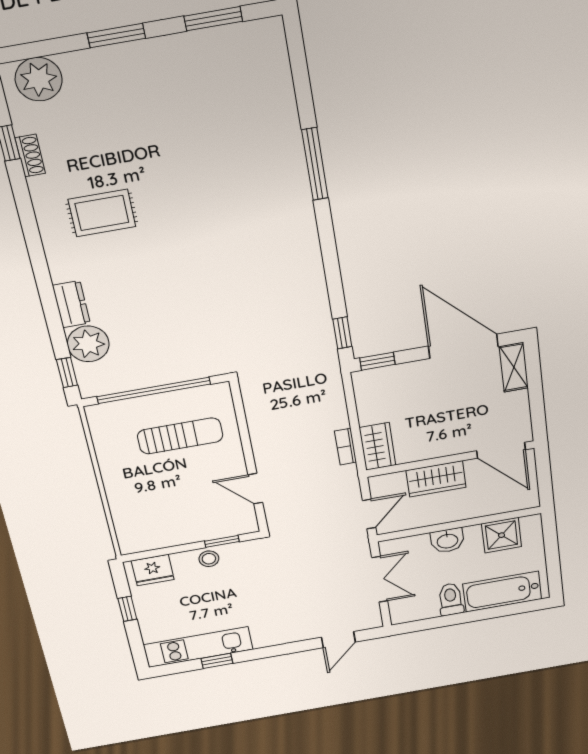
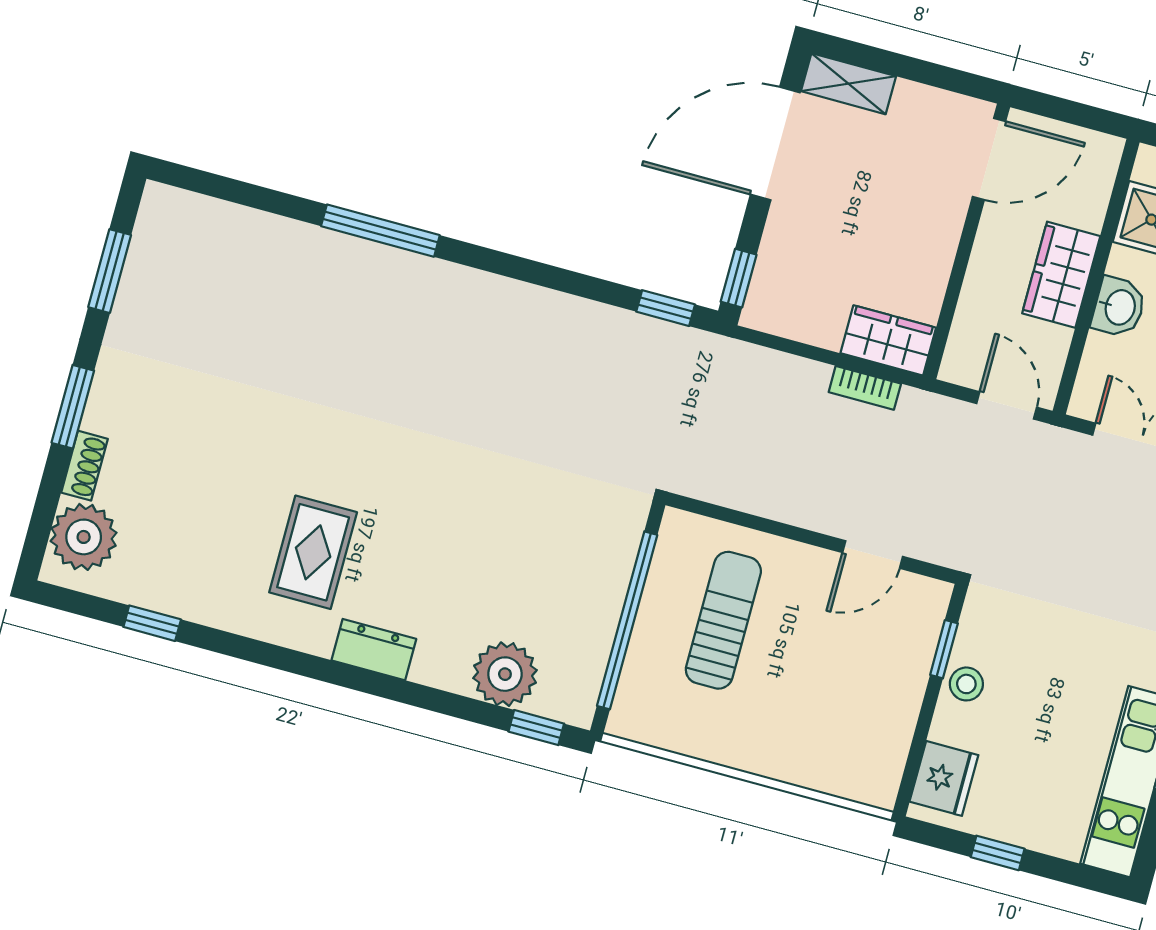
shoe rack: (30, 156) -> (84, 466), moved, turned 90
dresser: (71, 304) -> (374, 650), moved
wardrobe: (436, 479) -> (1061, 275), moved, turned 180

